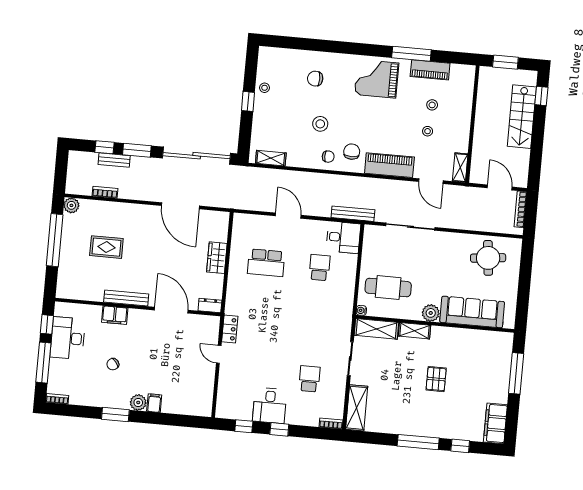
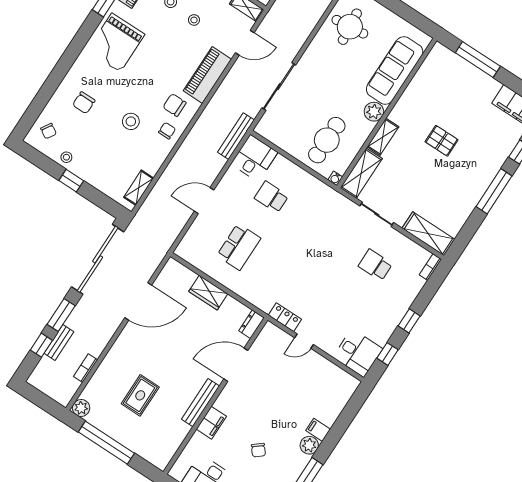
chair: (278, 62) -> (49, 131), added
desk: (270, 405) -> (358, 353), moved

